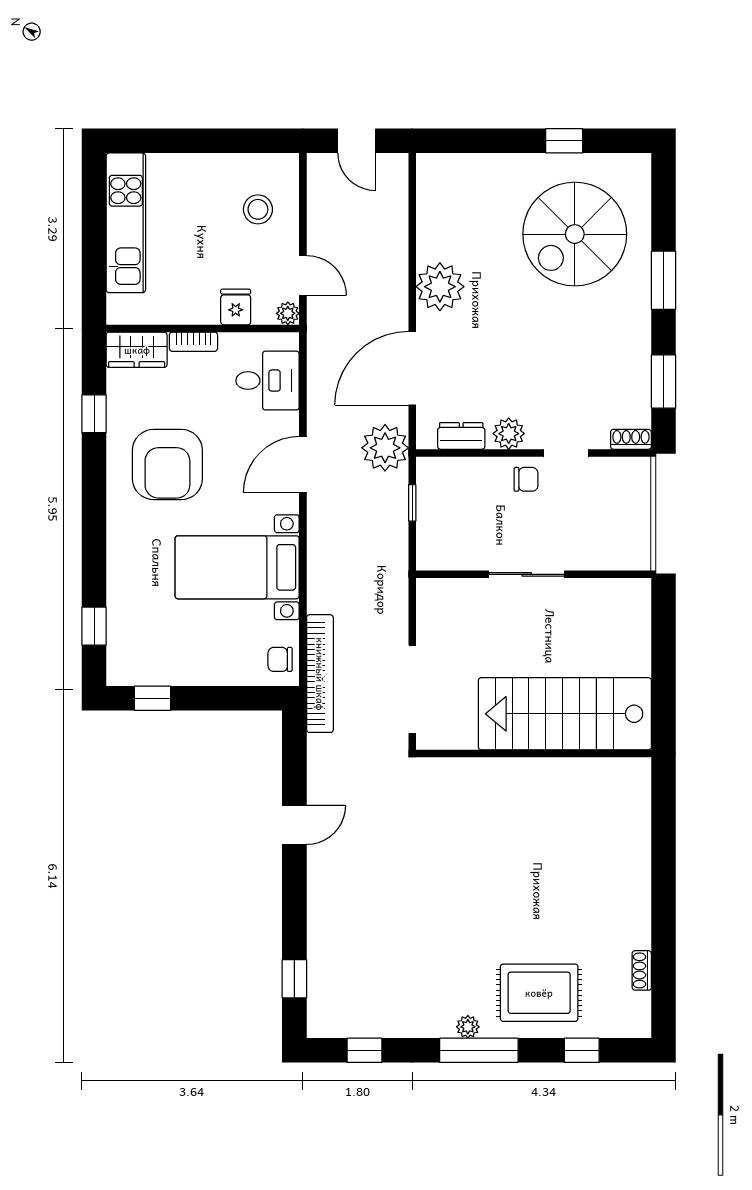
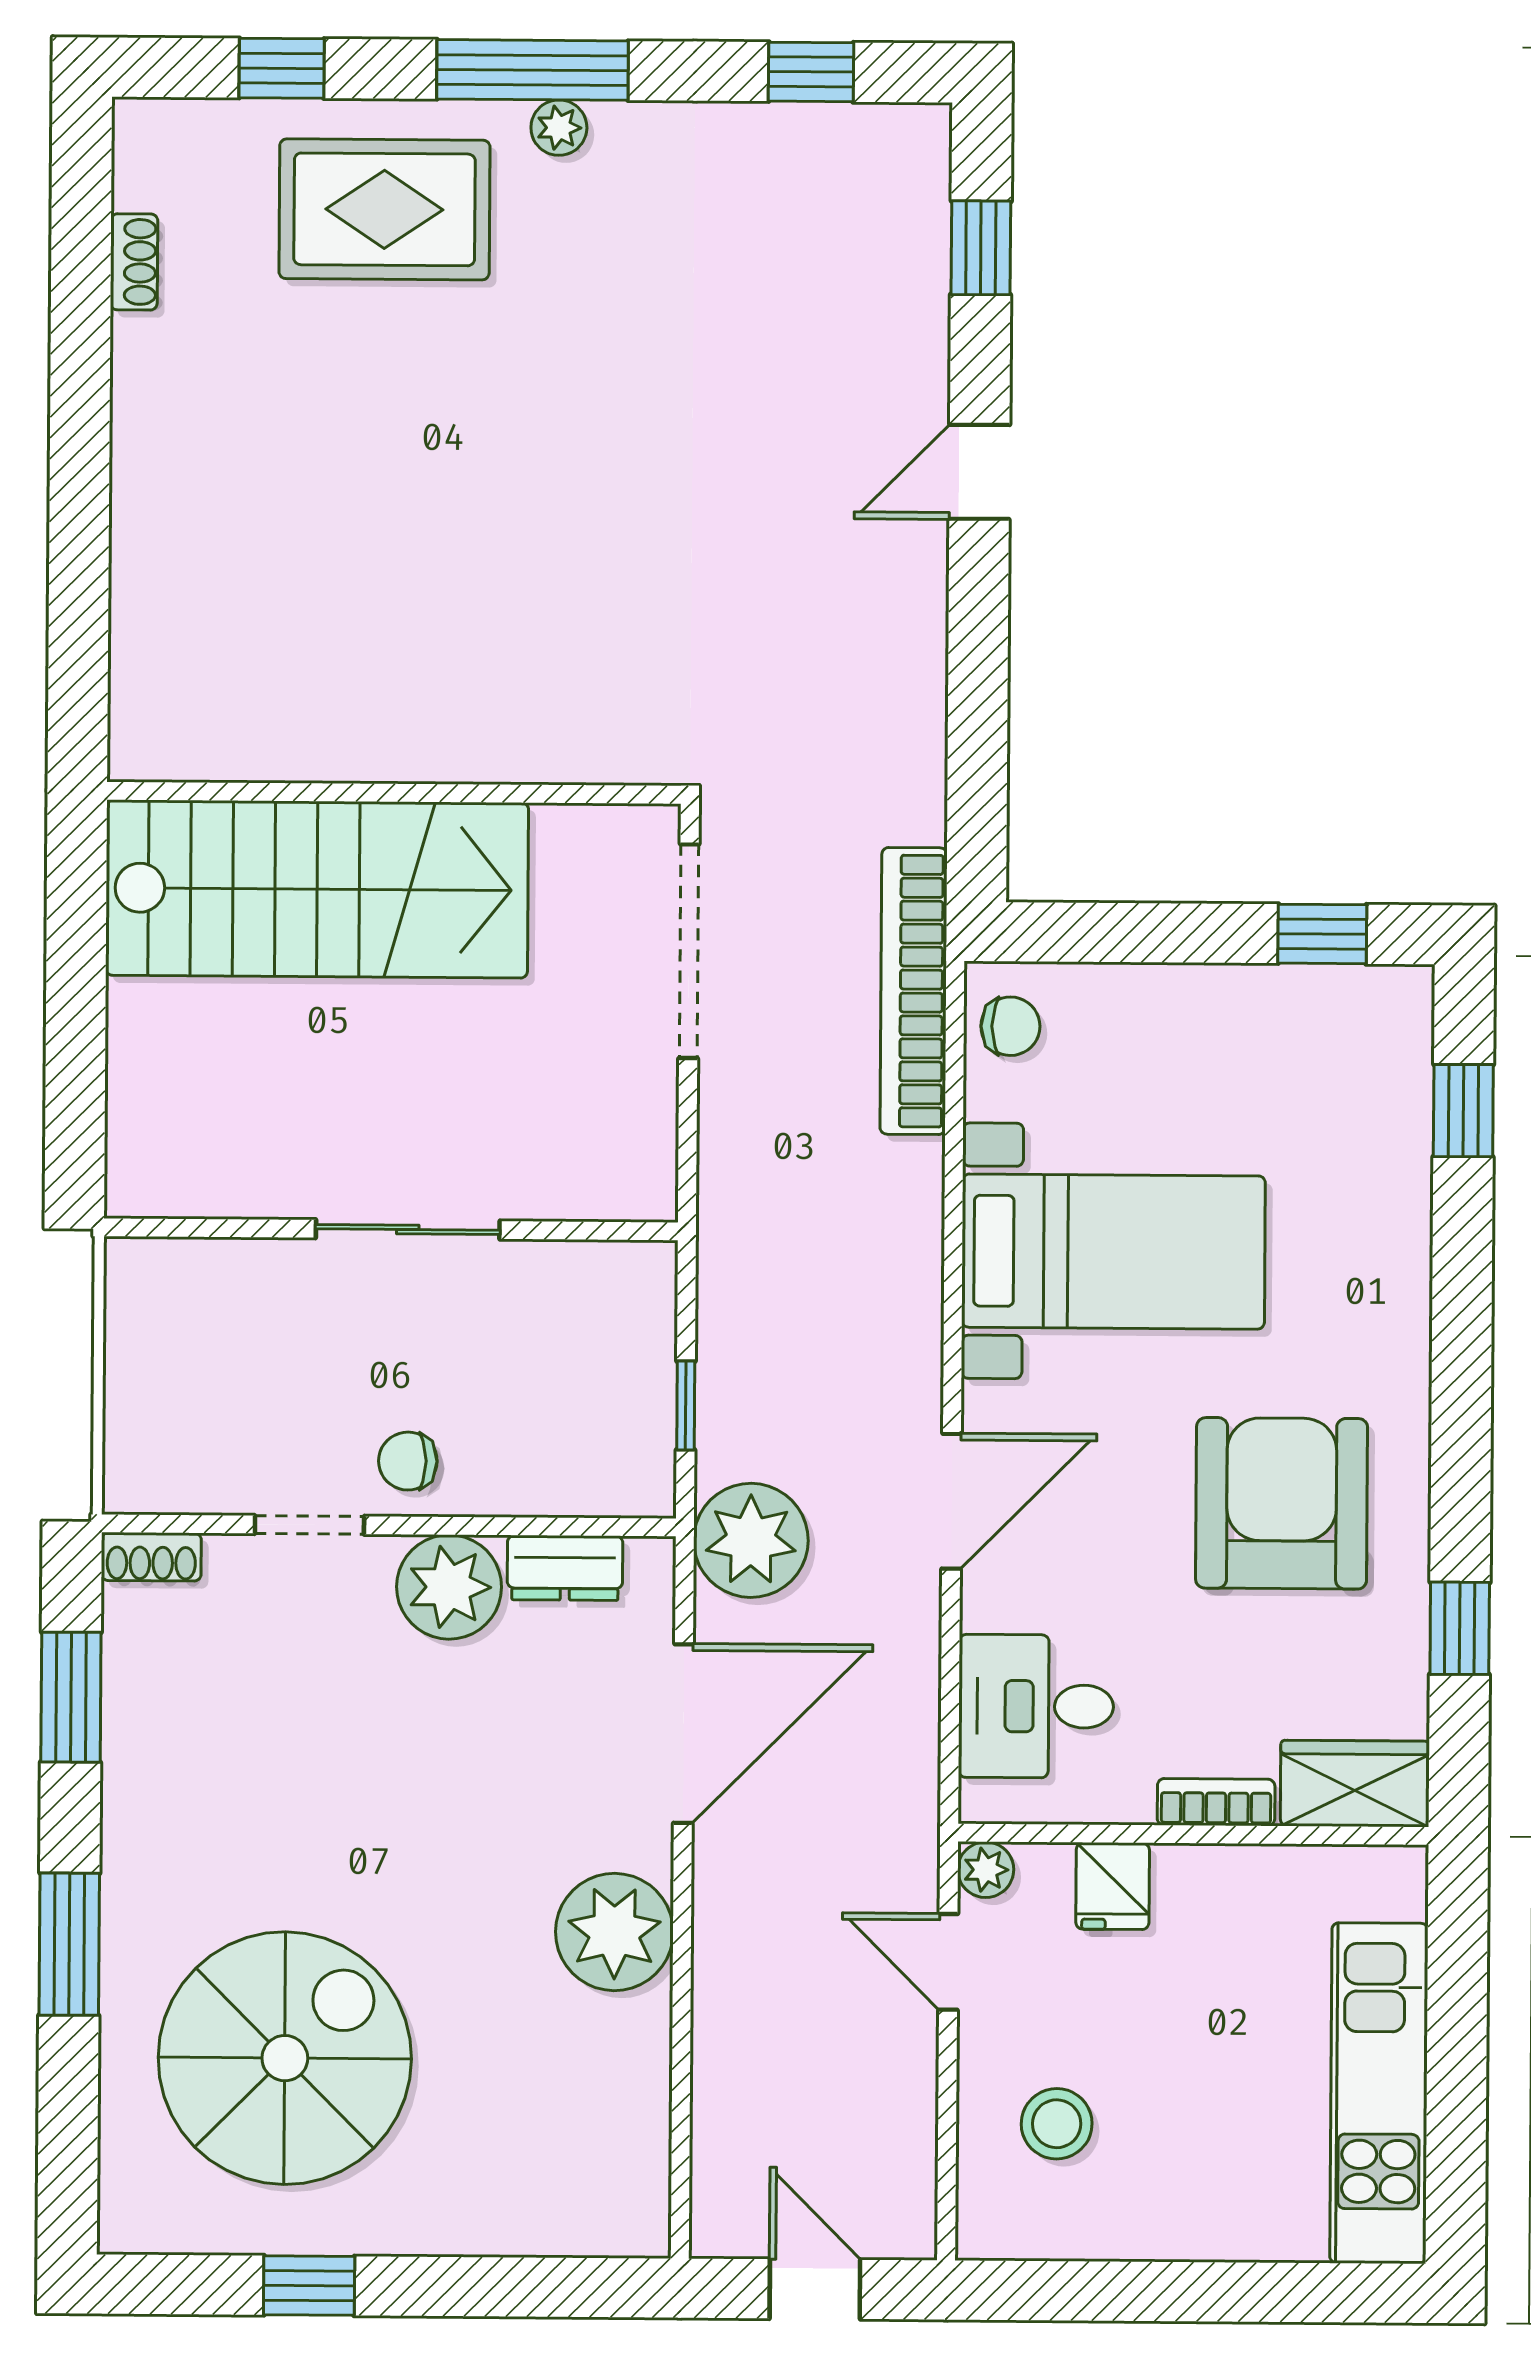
plant: (509, 434) -> (449, 1587), width x1.36, depth x1.36
door: (294, 825) -> (979, 472), moved

